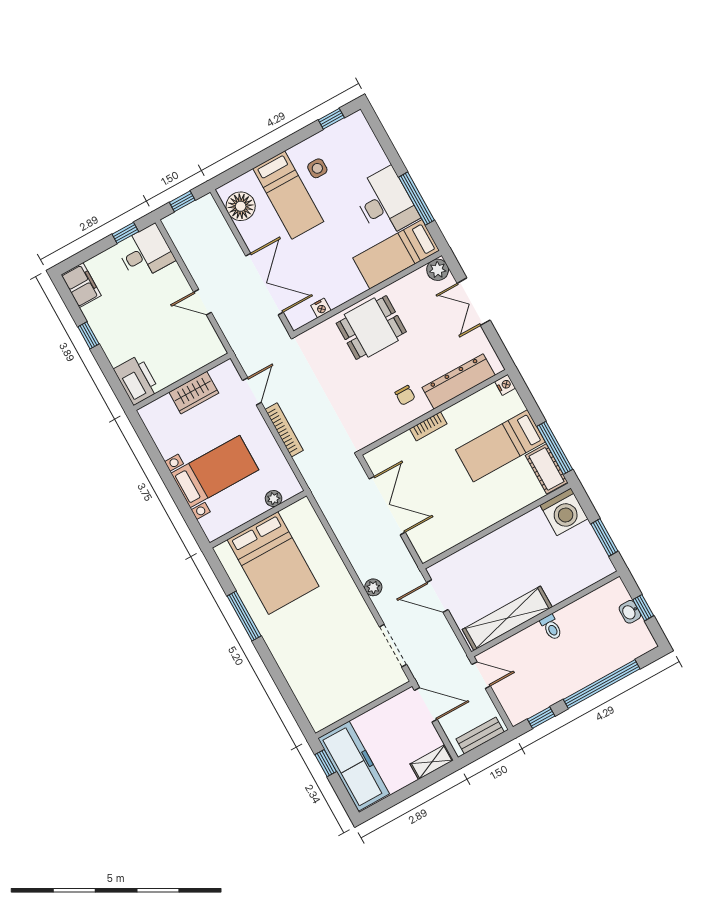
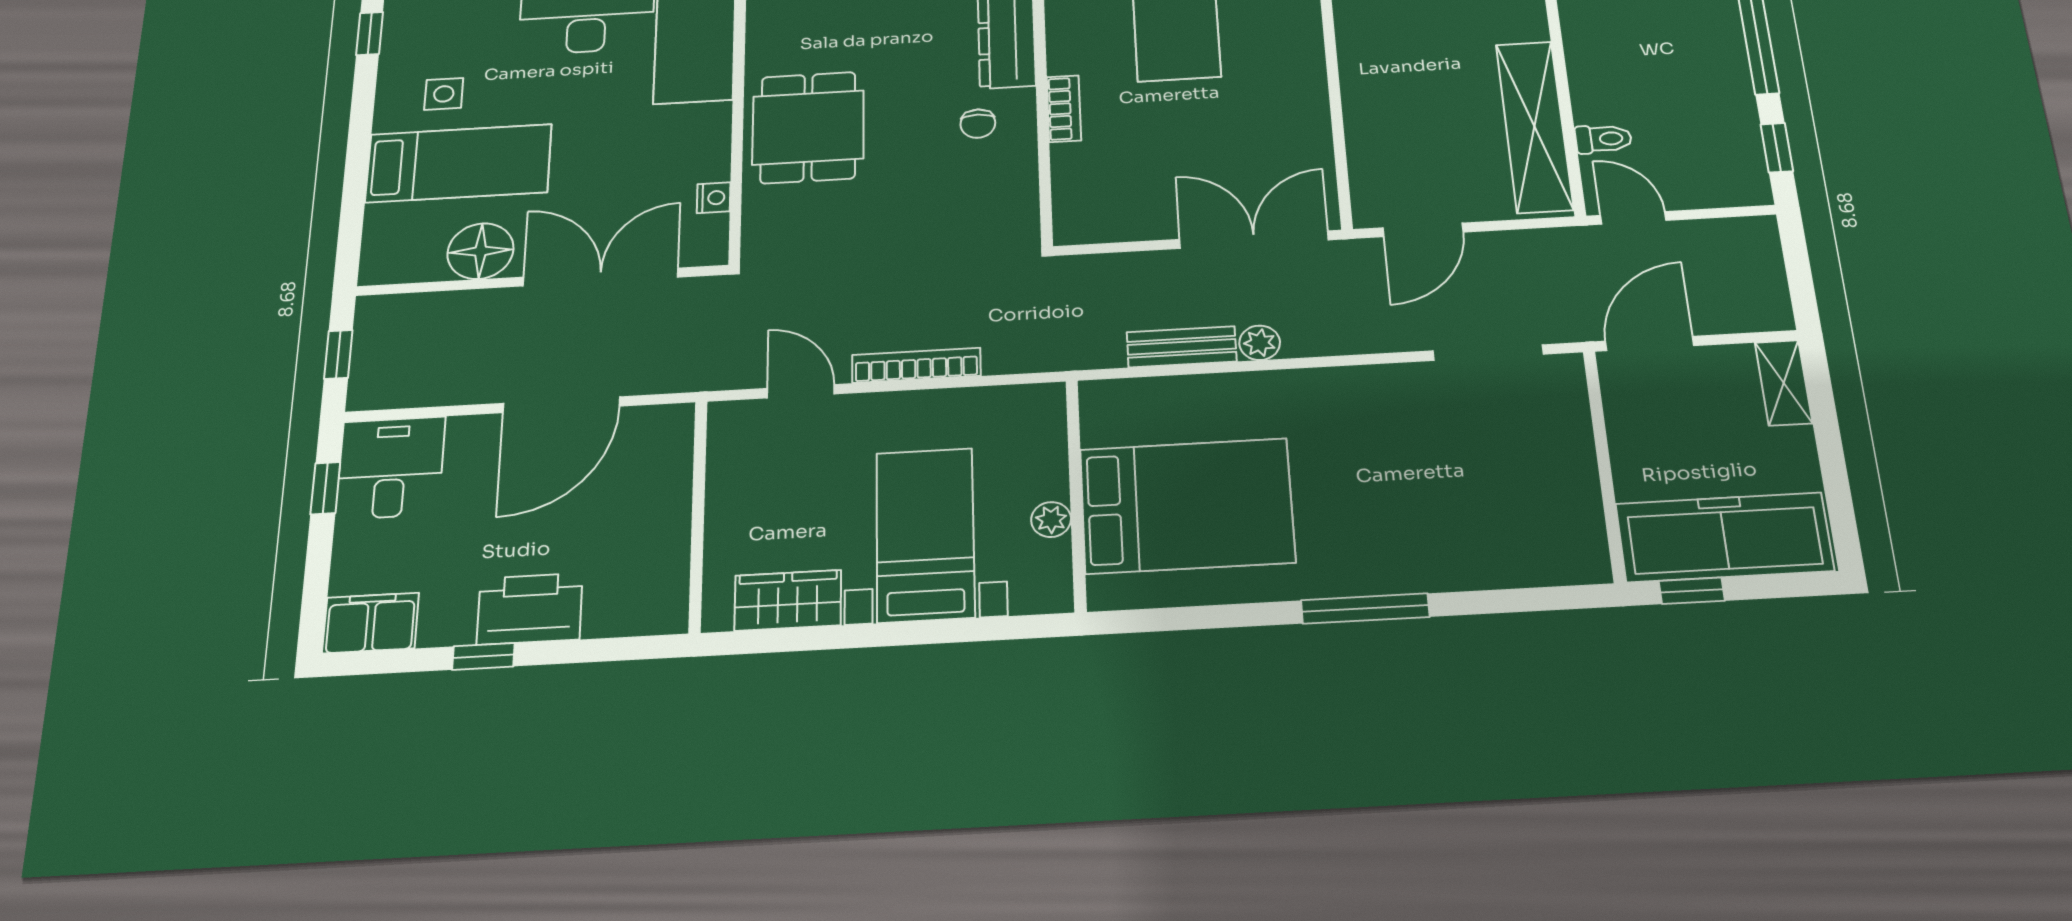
floor lamp: (241, 206) -> (480, 251), moved
door: (203, 302) -> (561, 405), width x1.88
printer: (137, 380) -> (530, 609), moved
wardrobe: (194, 393) -> (788, 600), moved, turned -90
chair: (405, 395) -> (978, 124), turned 90
plant: (274, 499) -> (1051, 520), moved
double door: (387, 506) -> (1254, 240), moved
plant: (373, 587) -> (1260, 343), moved
window: (244, 616) -> (1365, 609), moved
toilet: (551, 627) -> (1603, 139), moved
door: (481, 675) -> (1633, 218), hinge flipped
bench: (480, 735) -> (1182, 347), moved, turned 90

